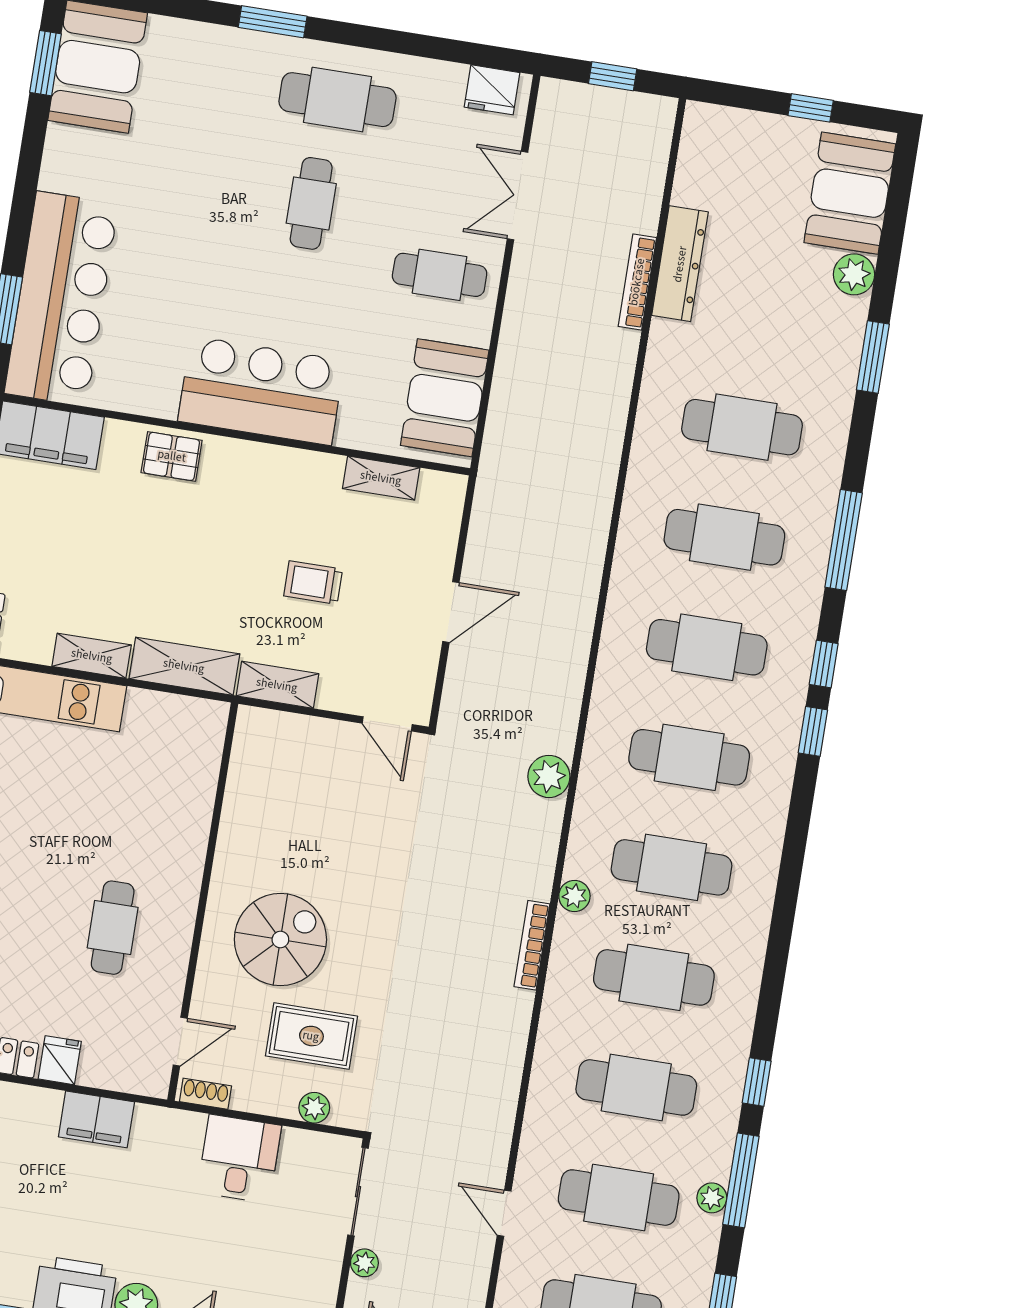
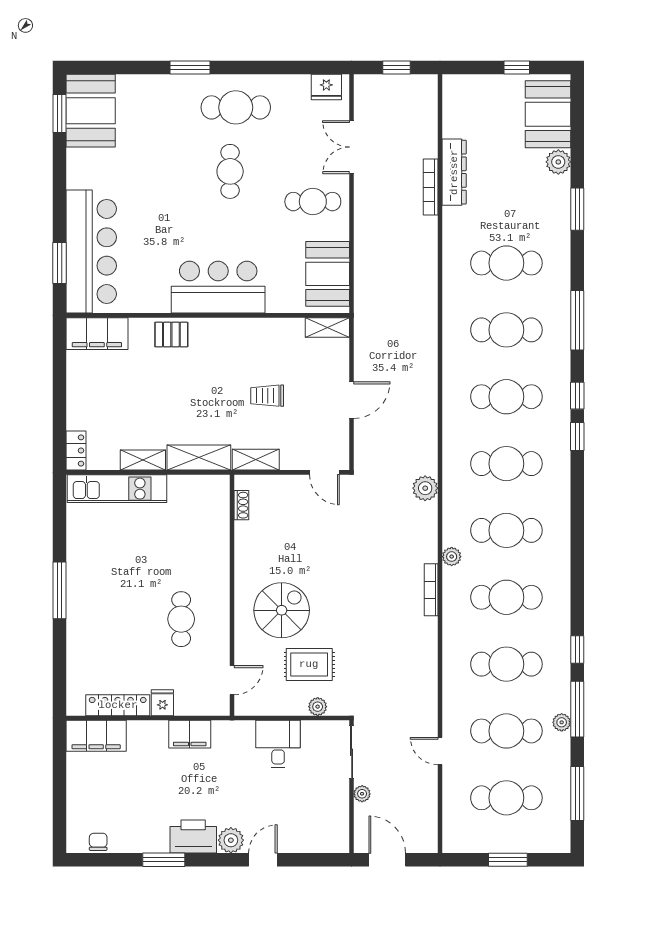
shelving: (381, 478) -> (327, 327), moved
shoe rack: (205, 1094) -> (241, 505), moved, turned 90

